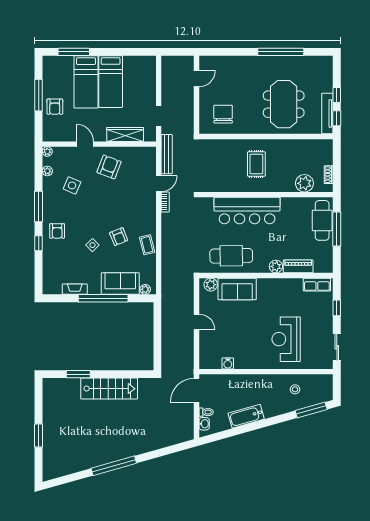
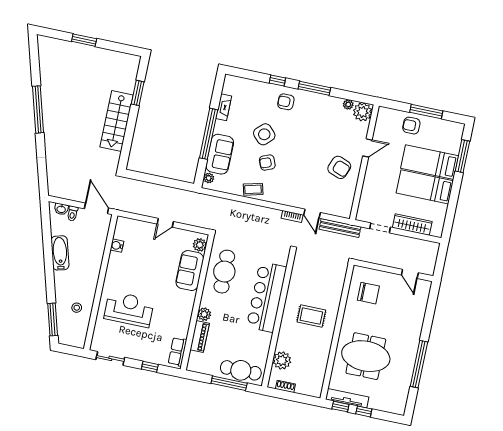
wardrobe: (125, 134) -> (412, 225), moved, turned -90
plant: (47, 152) -> (363, 112), width x1.88, depth x1.88
side table: (72, 185) -> (328, 126), removed
side table: (92, 245) -> (264, 134), width x1.87, depth x1.87

